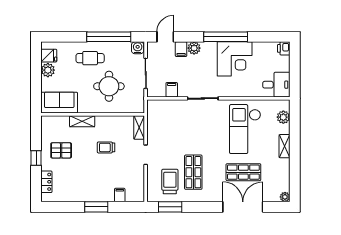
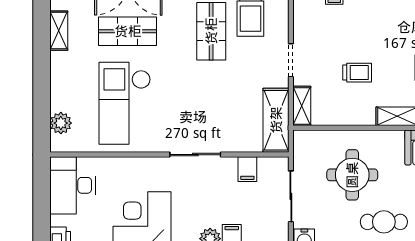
desk: (276, 85) -> (72, 185), width x1.37
shelving: (155, 119) -> (276, 120), added
checkout: (245, 129) -> (125, 103), turned 180
shelving: (285, 146) -> (59, 31), moved

